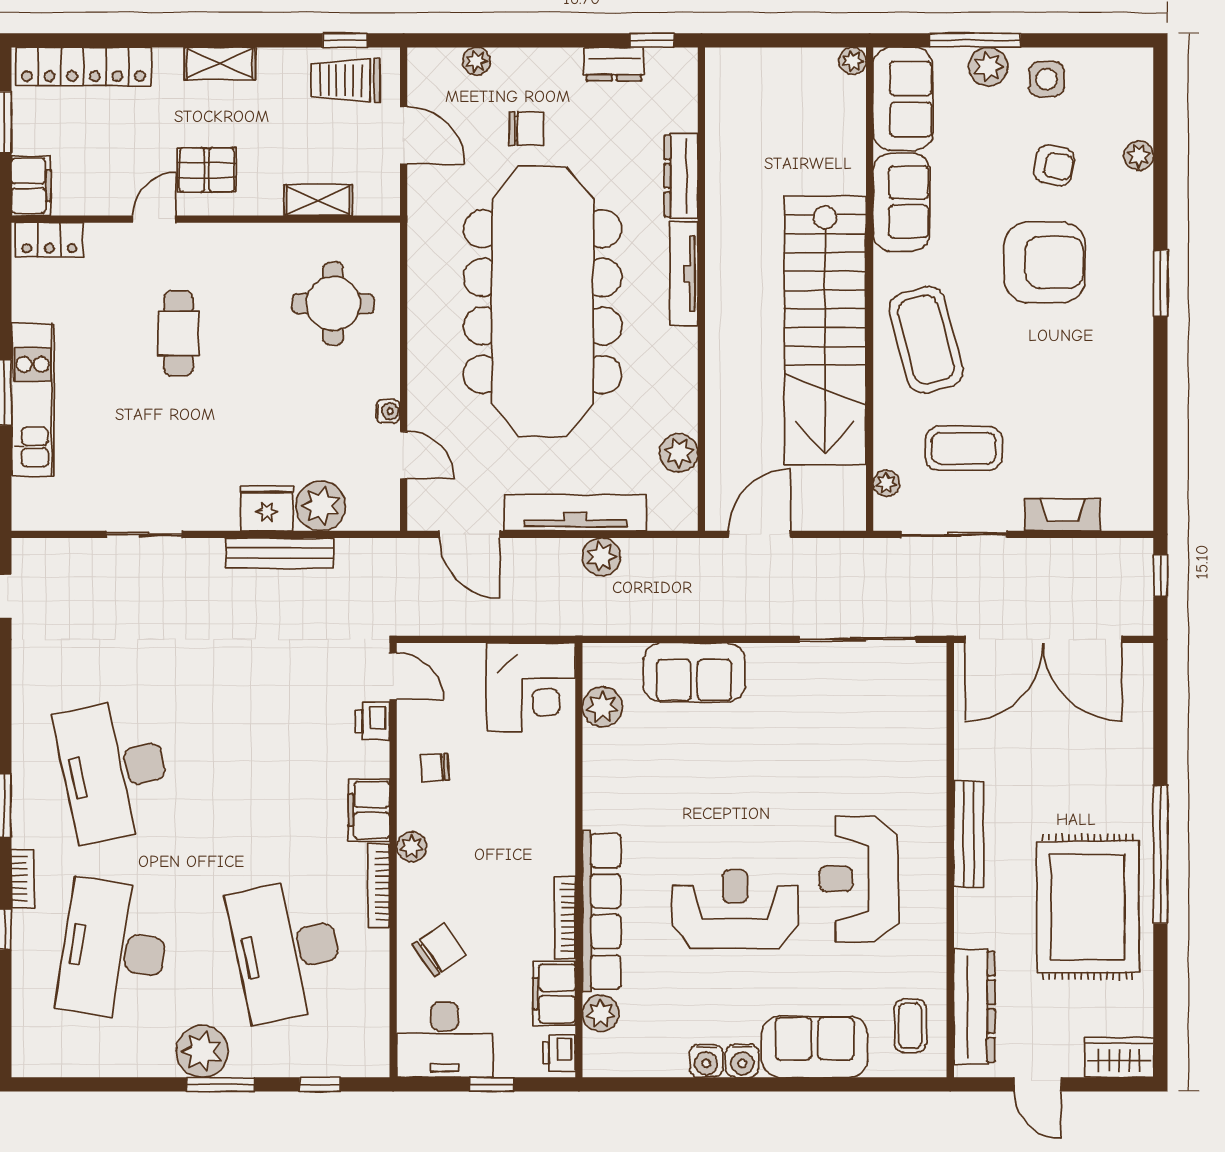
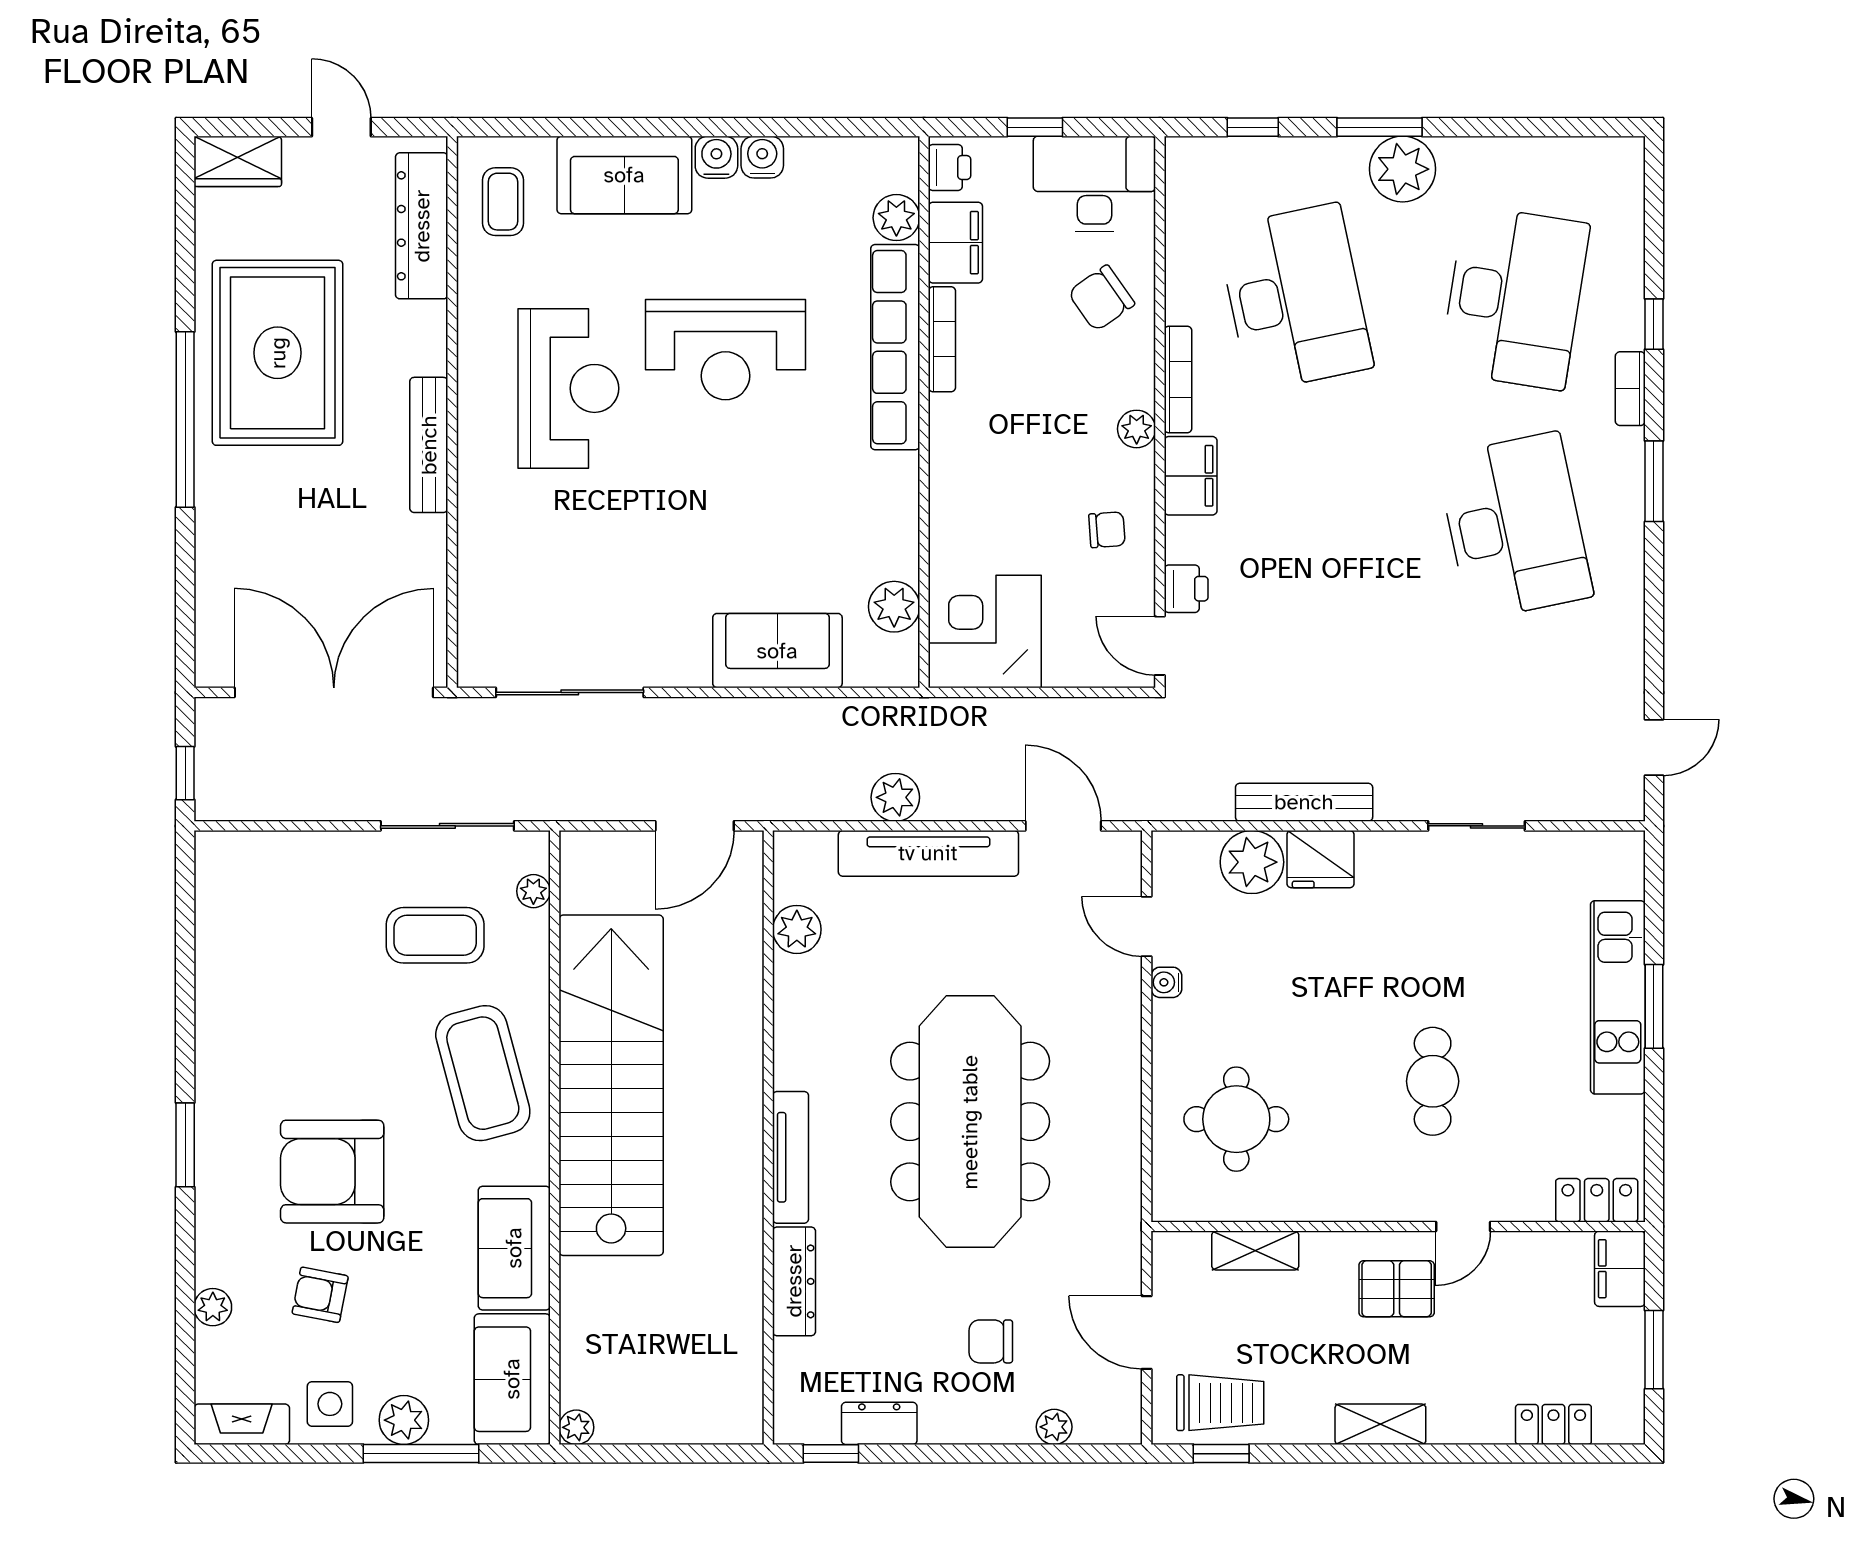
locker: (83, 67) -> (1553, 1424), width x0.46, depth x0.83
meeting table: (543, 302) -> (970, 1122), width x0.73, depth x0.79
fireplace: (1063, 515) -> (242, 1424), moved, turned 180

